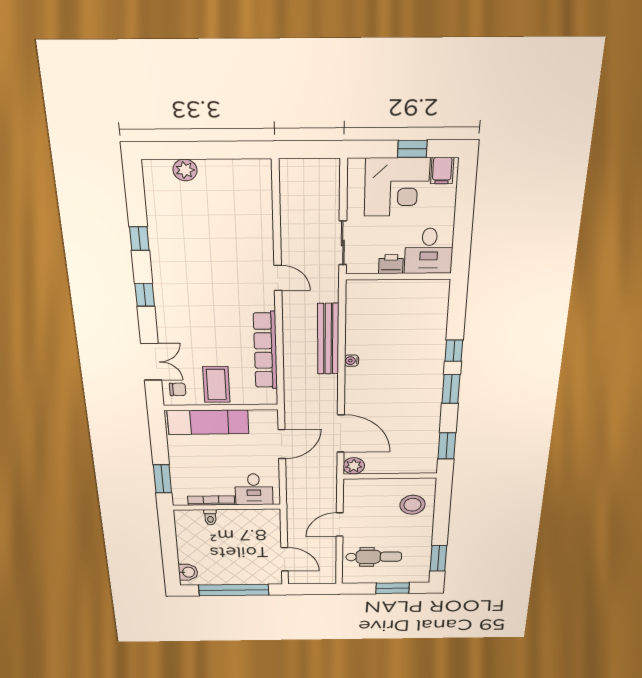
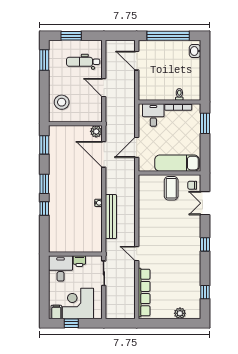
window: (139, 239) -> (205, 292), moved
row of seats: (266, 351) -> (144, 293), moved
door: (340, 525) -> (104, 88), swing flipped

